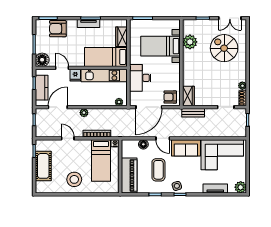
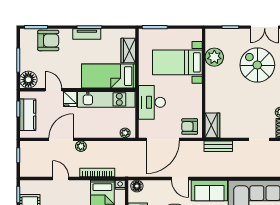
armchair: (58, 29) -> (48, 40), turned 180
door: (58, 107) -> (61, 139), moved
floor lamp: (143, 144) -> (137, 186), moved

